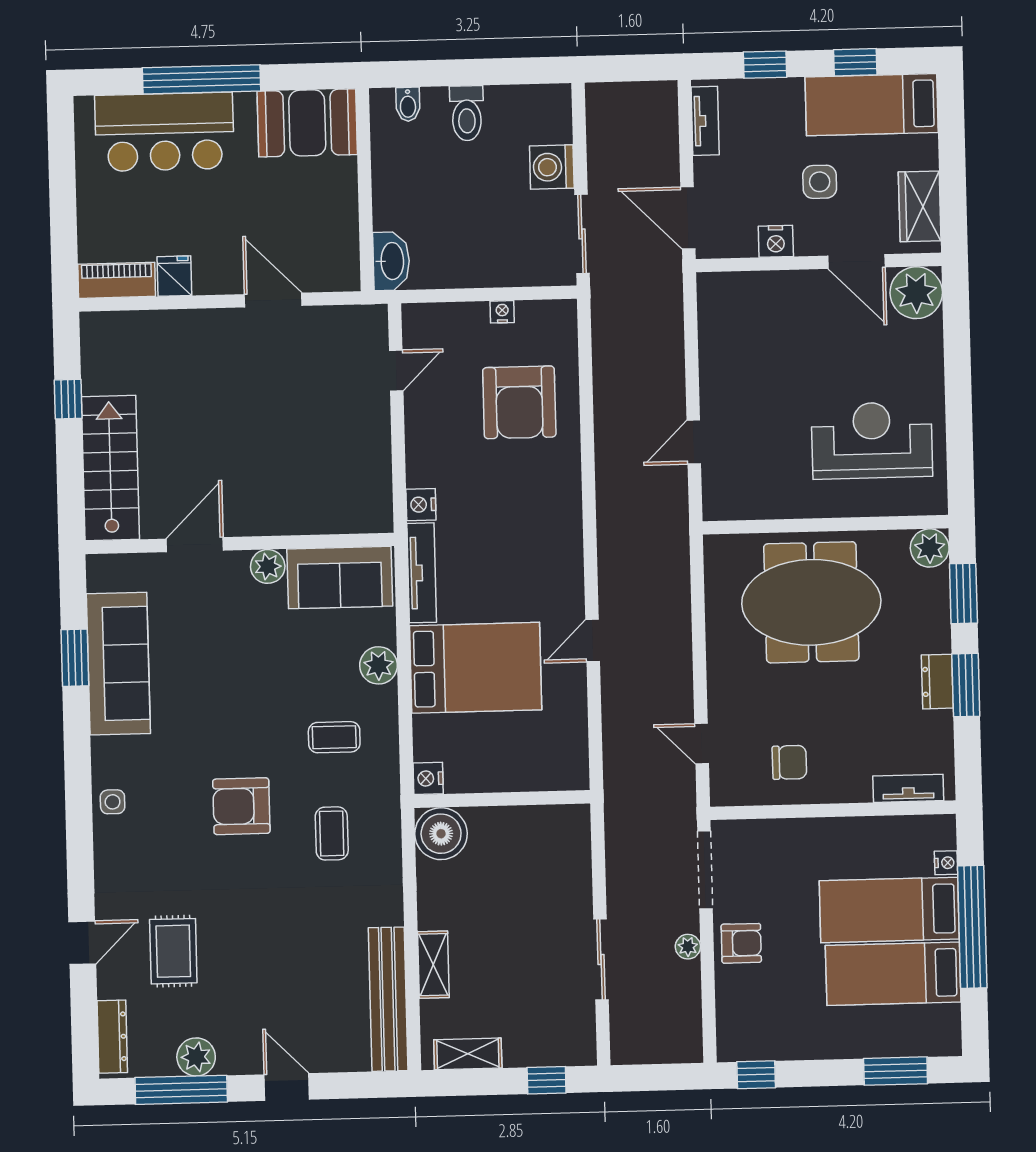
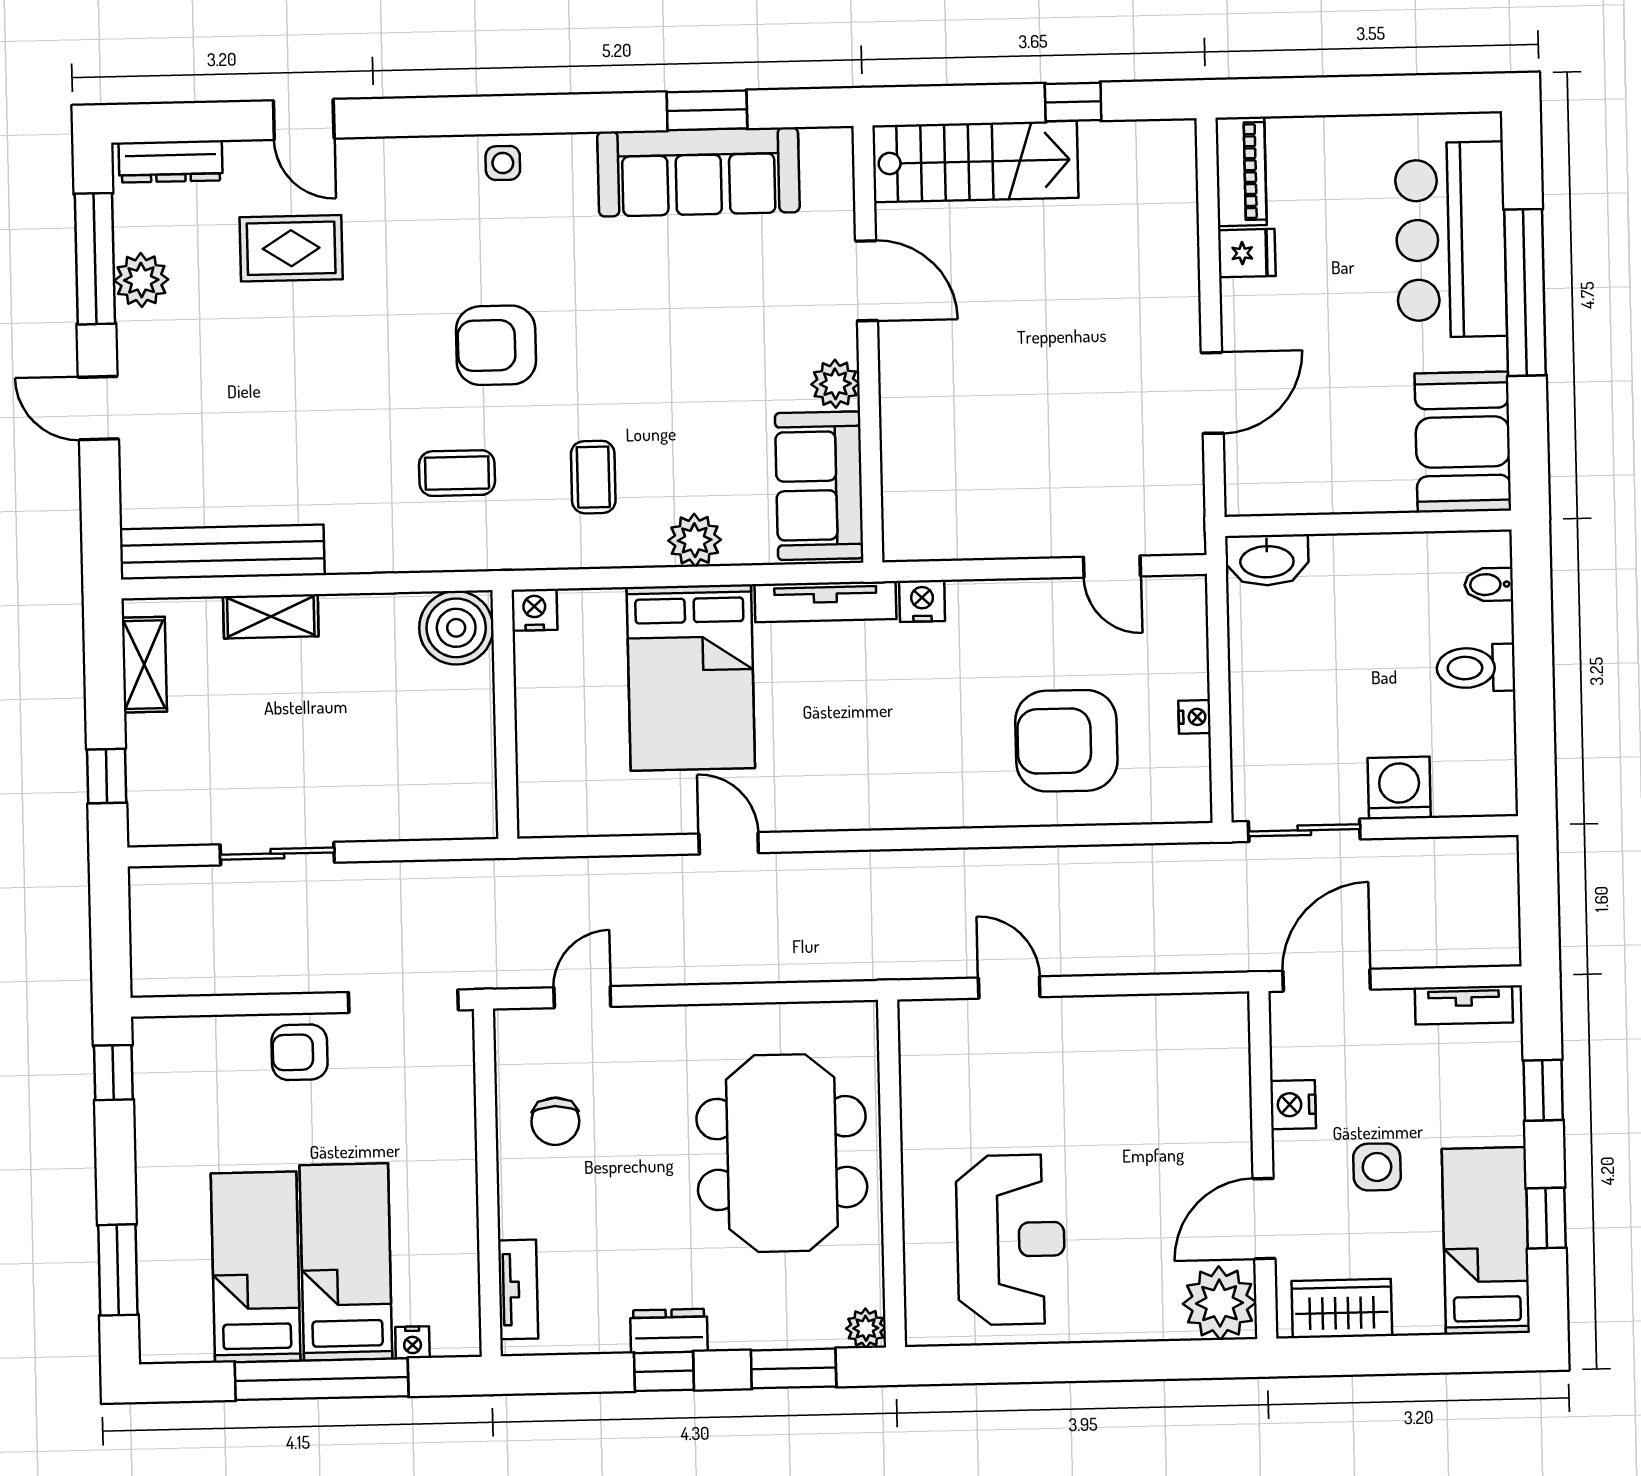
plant: (930, 548) -> (866, 1328), width x0.73, depth x0.73
window: (966, 685) -> (664, 1371), width x0.67
armchair: (241, 806) -> (496, 345), turned -90
armchair: (741, 943) -> (299, 1052), turned 90
plant: (688, 947) -> (295, 977), removed
door: (287, 1087) -> (98, 408), swing flipped

